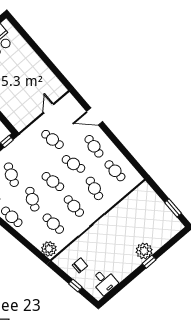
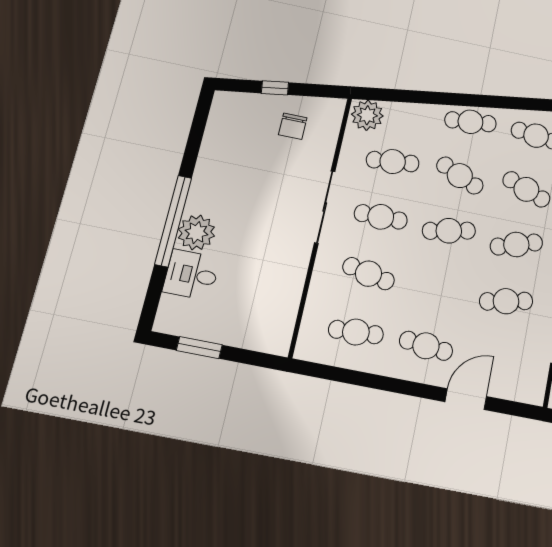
cafe table: (73, 164) -> (516, 245), moved
window: (149, 262) -> (173, 221), width x3.17
desk: (104, 282) -> (191, 275), moved

